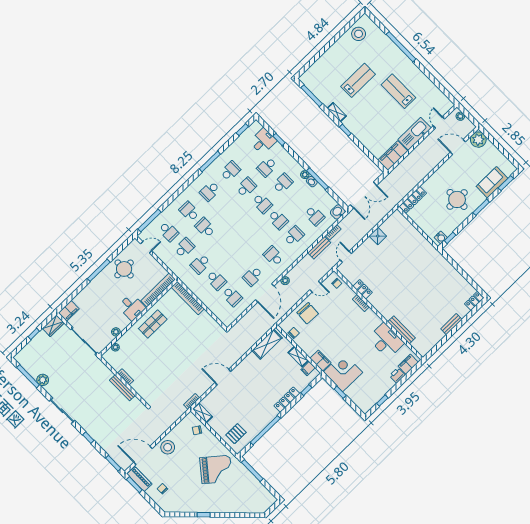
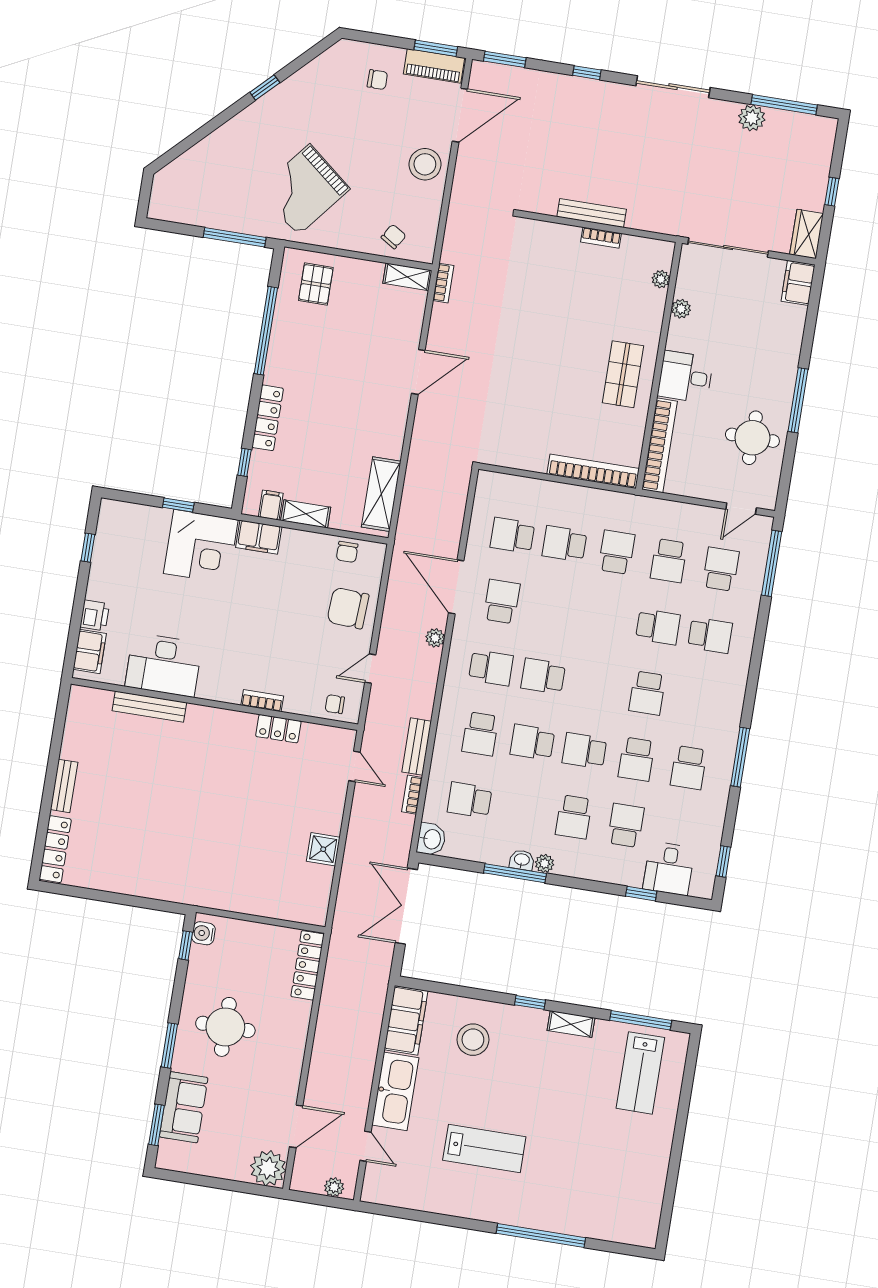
stool: (359, 34) -> (473, 1040), moved
lab bench: (358, 80) -> (640, 1073), moved
school desk: (210, 191) -> (647, 693), moved, turned 180
school desk: (169, 232) -> (721, 569), turned 90
school desk: (257, 240) -> (543, 676), added
locker: (474, 301) -> (55, 849), width x1.53

